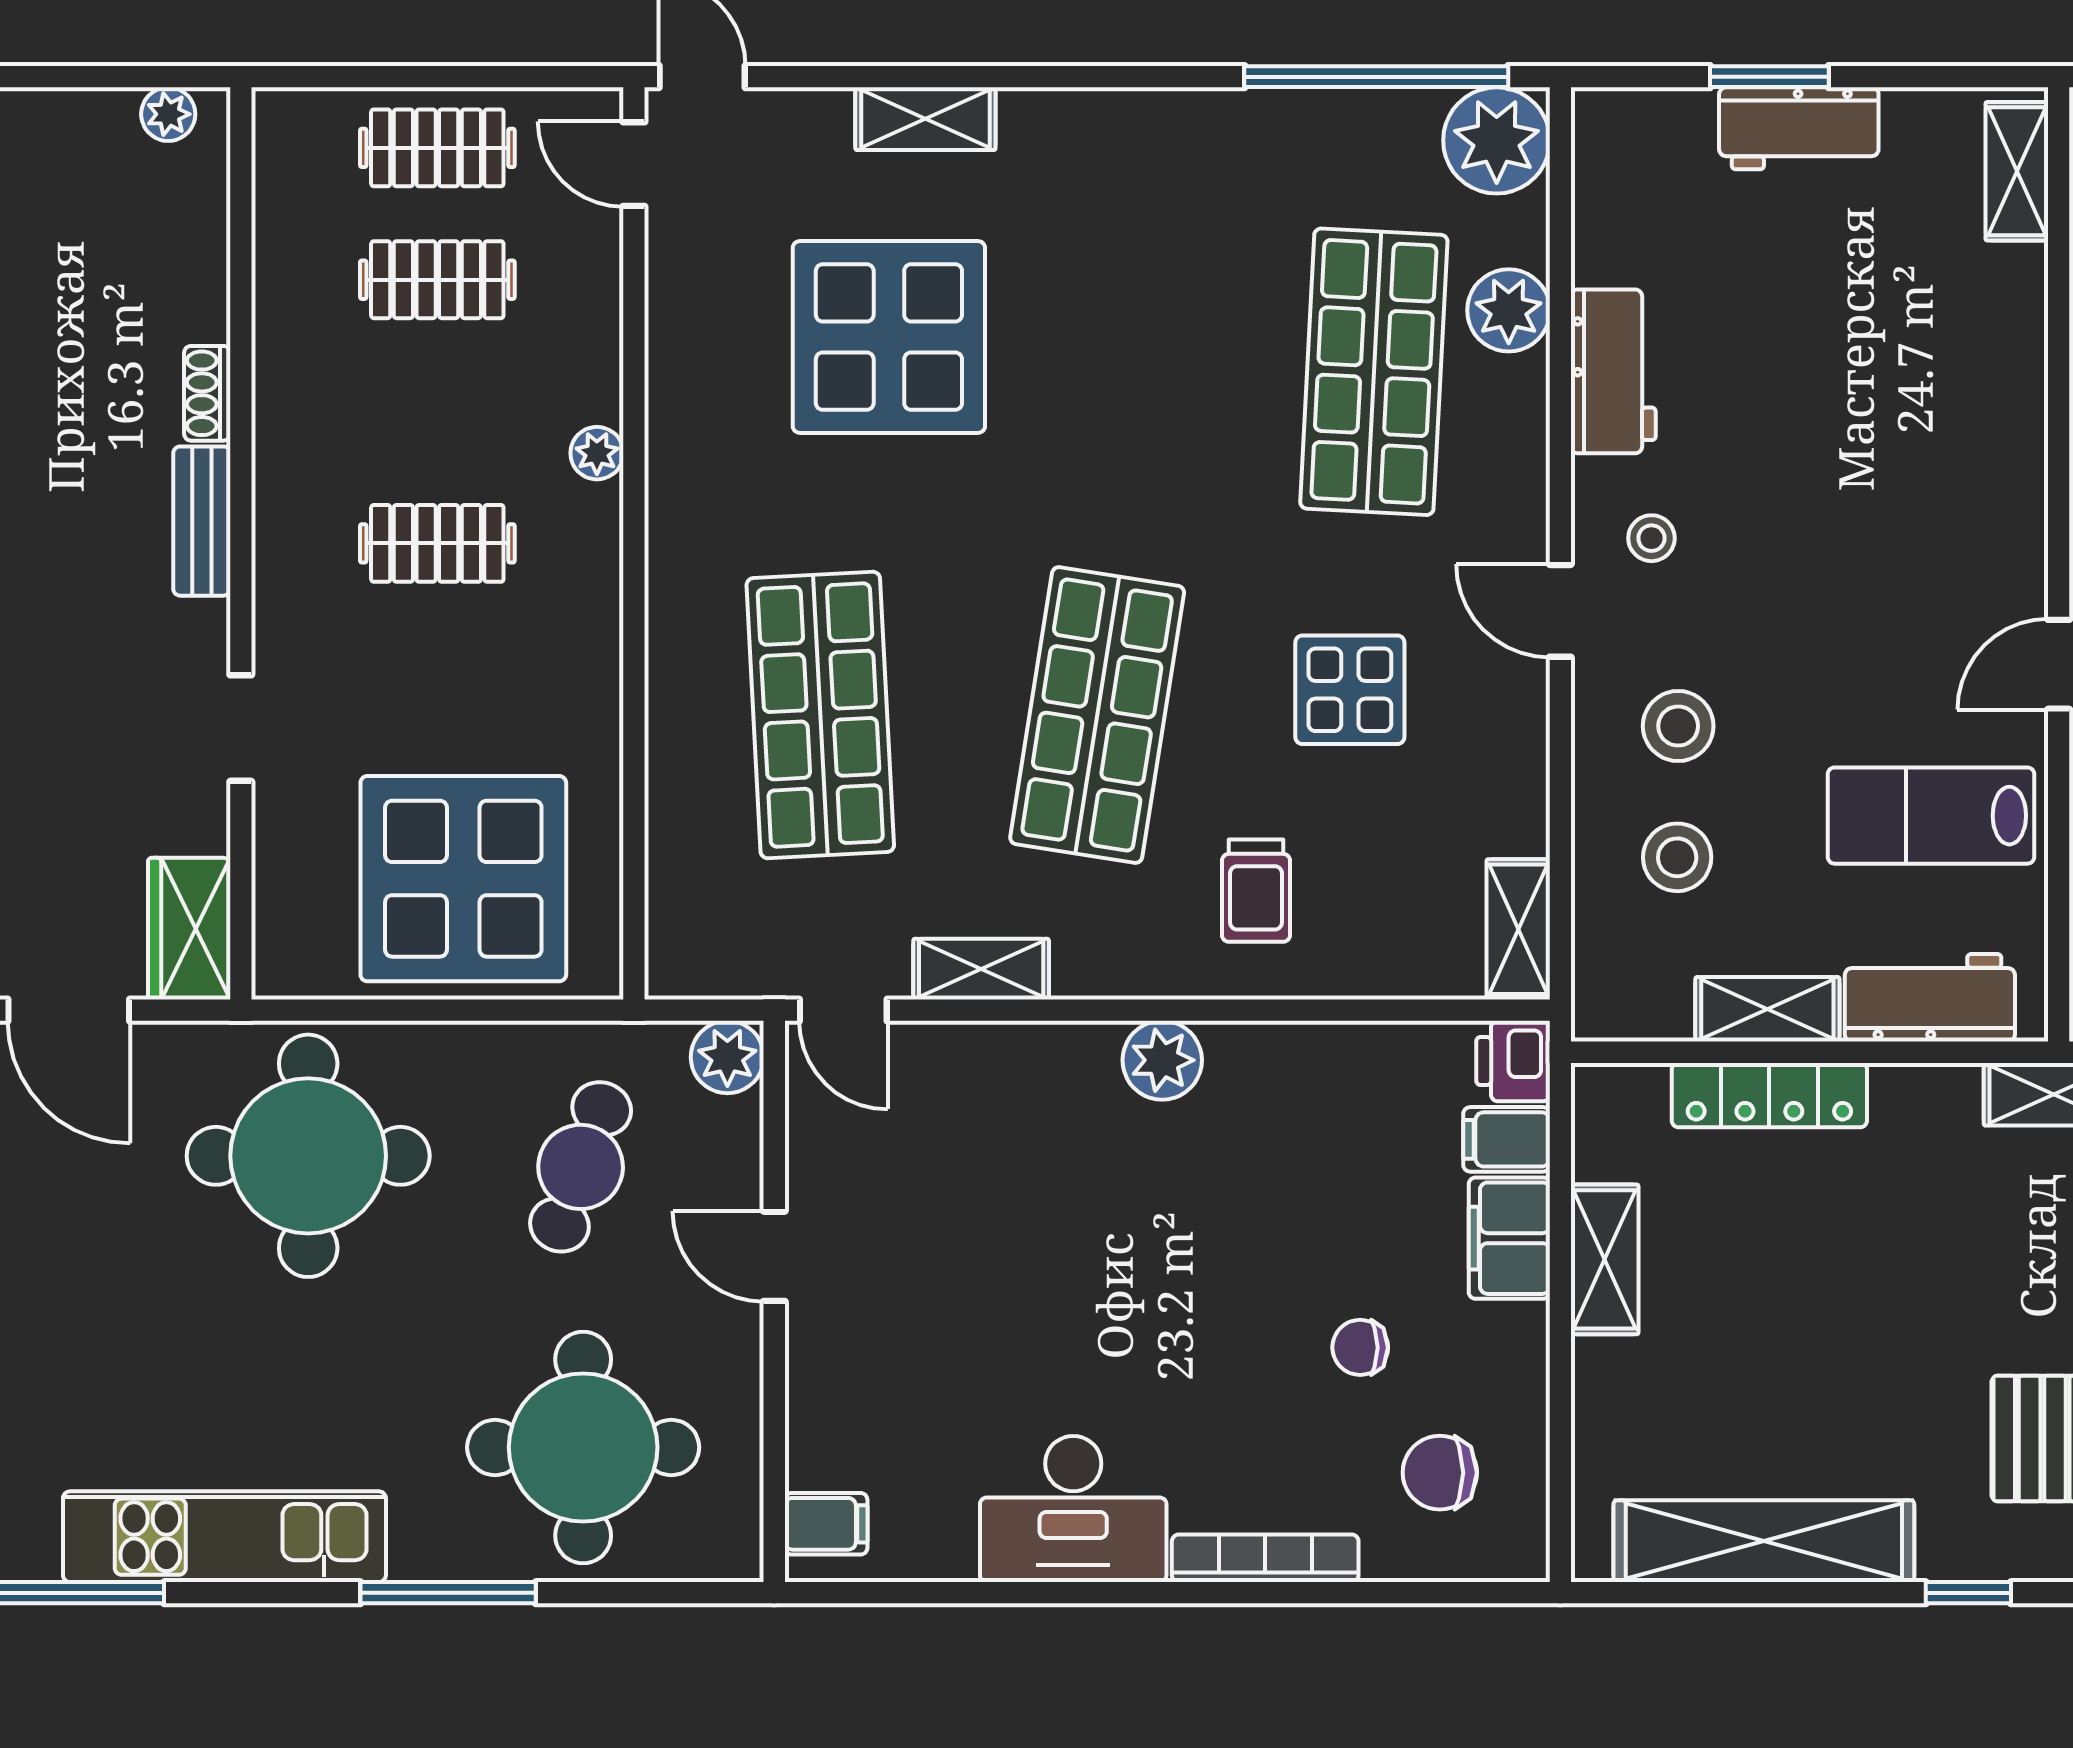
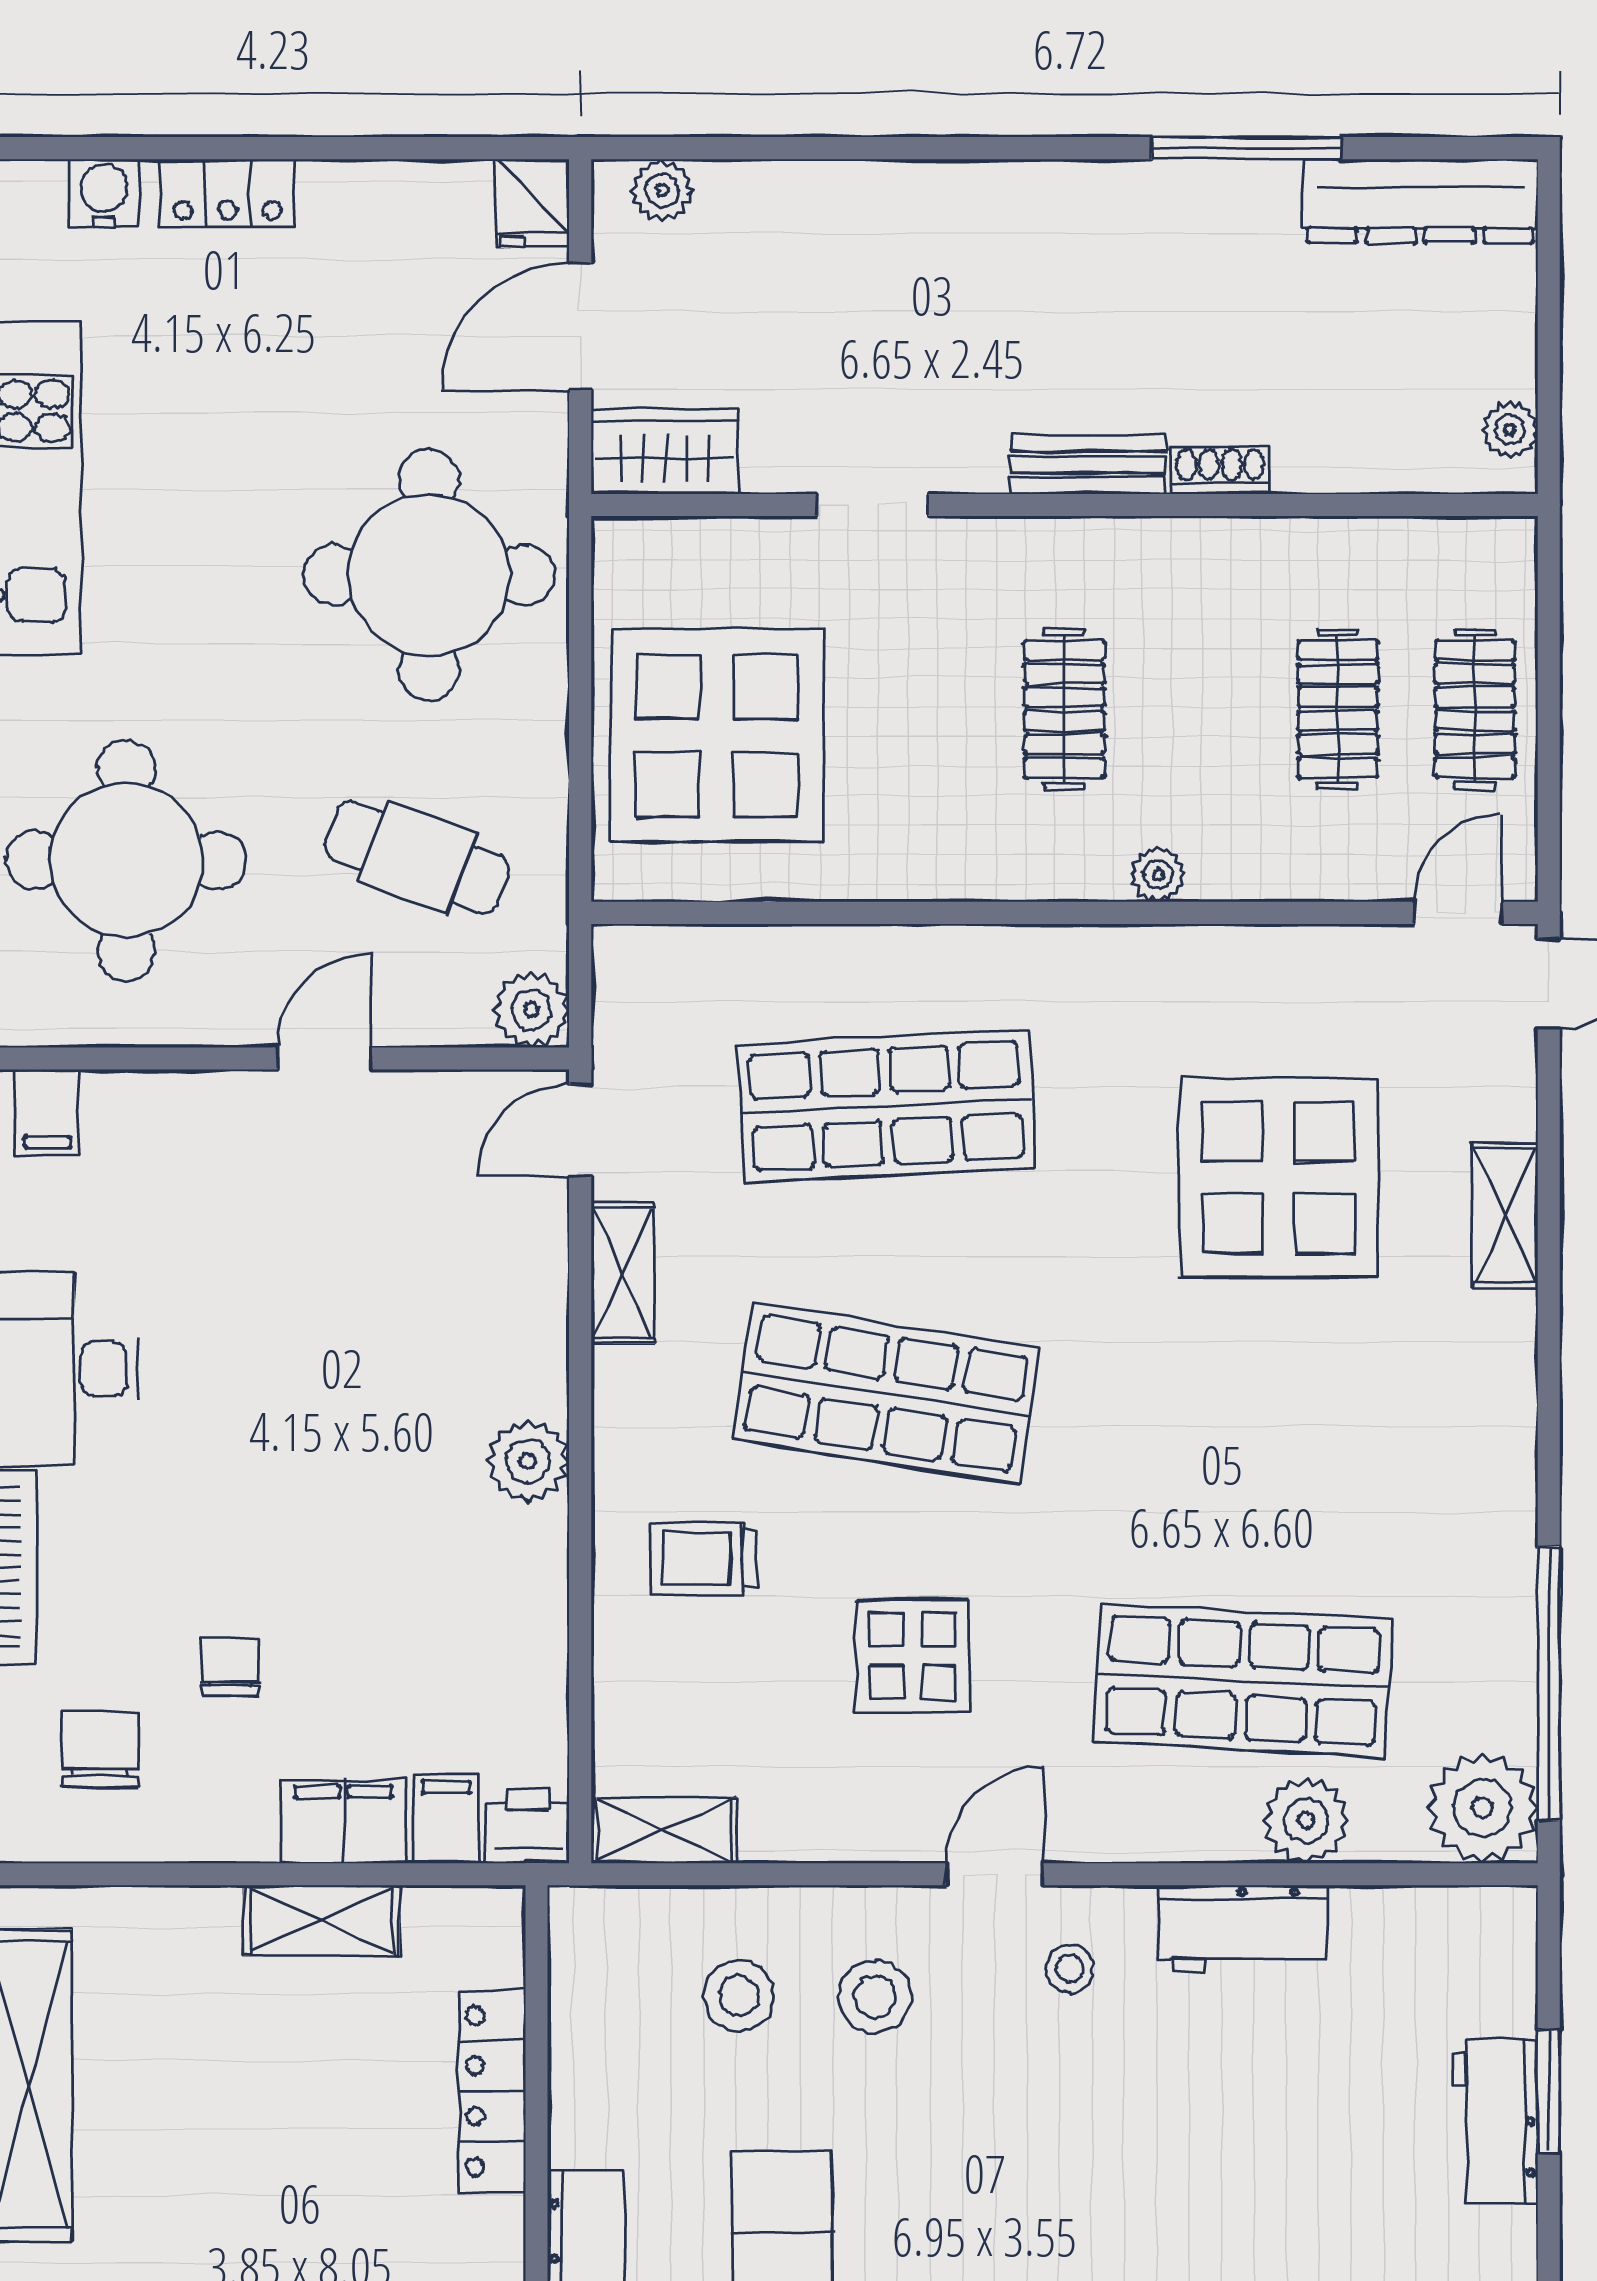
shelving: (1767, 1009) -> (581, 2089), removed

